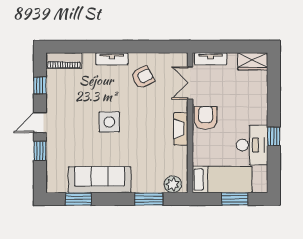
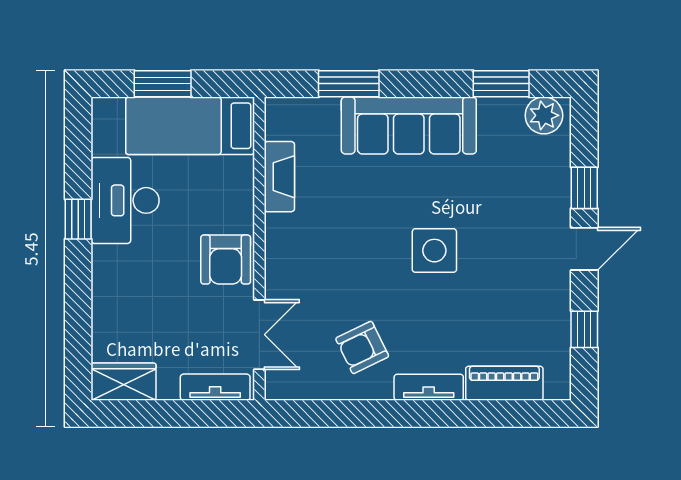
piano: (64, 61) -> (504, 383), moved
fireplace: (181, 129) -> (279, 177), moved
sofa: (100, 180) -> (409, 125), moved
plant: (173, 184) -> (544, 115), moved

